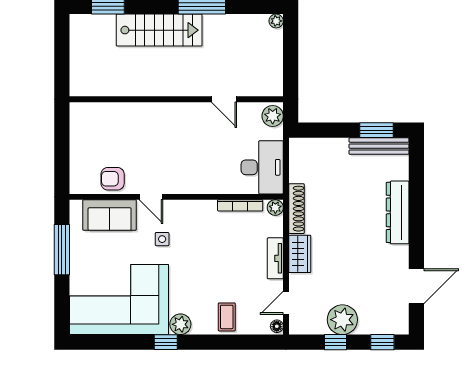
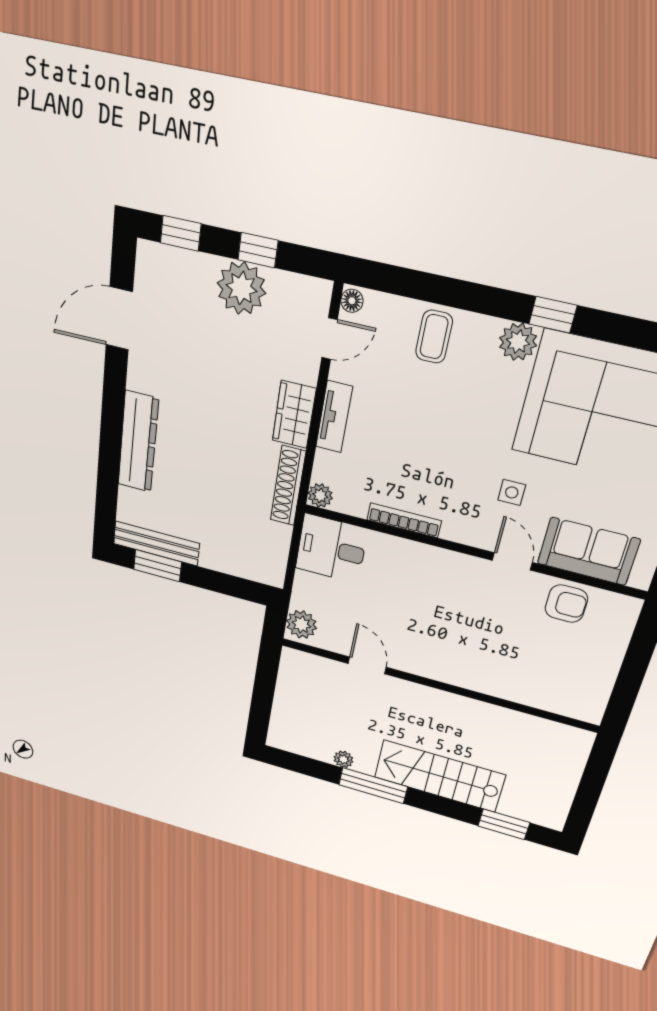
plant: (276, 21) -> (343, 759), moved
desk: (262, 167) -> (331, 549), width x0.73
bookcase: (240, 205) -> (404, 520), moved

